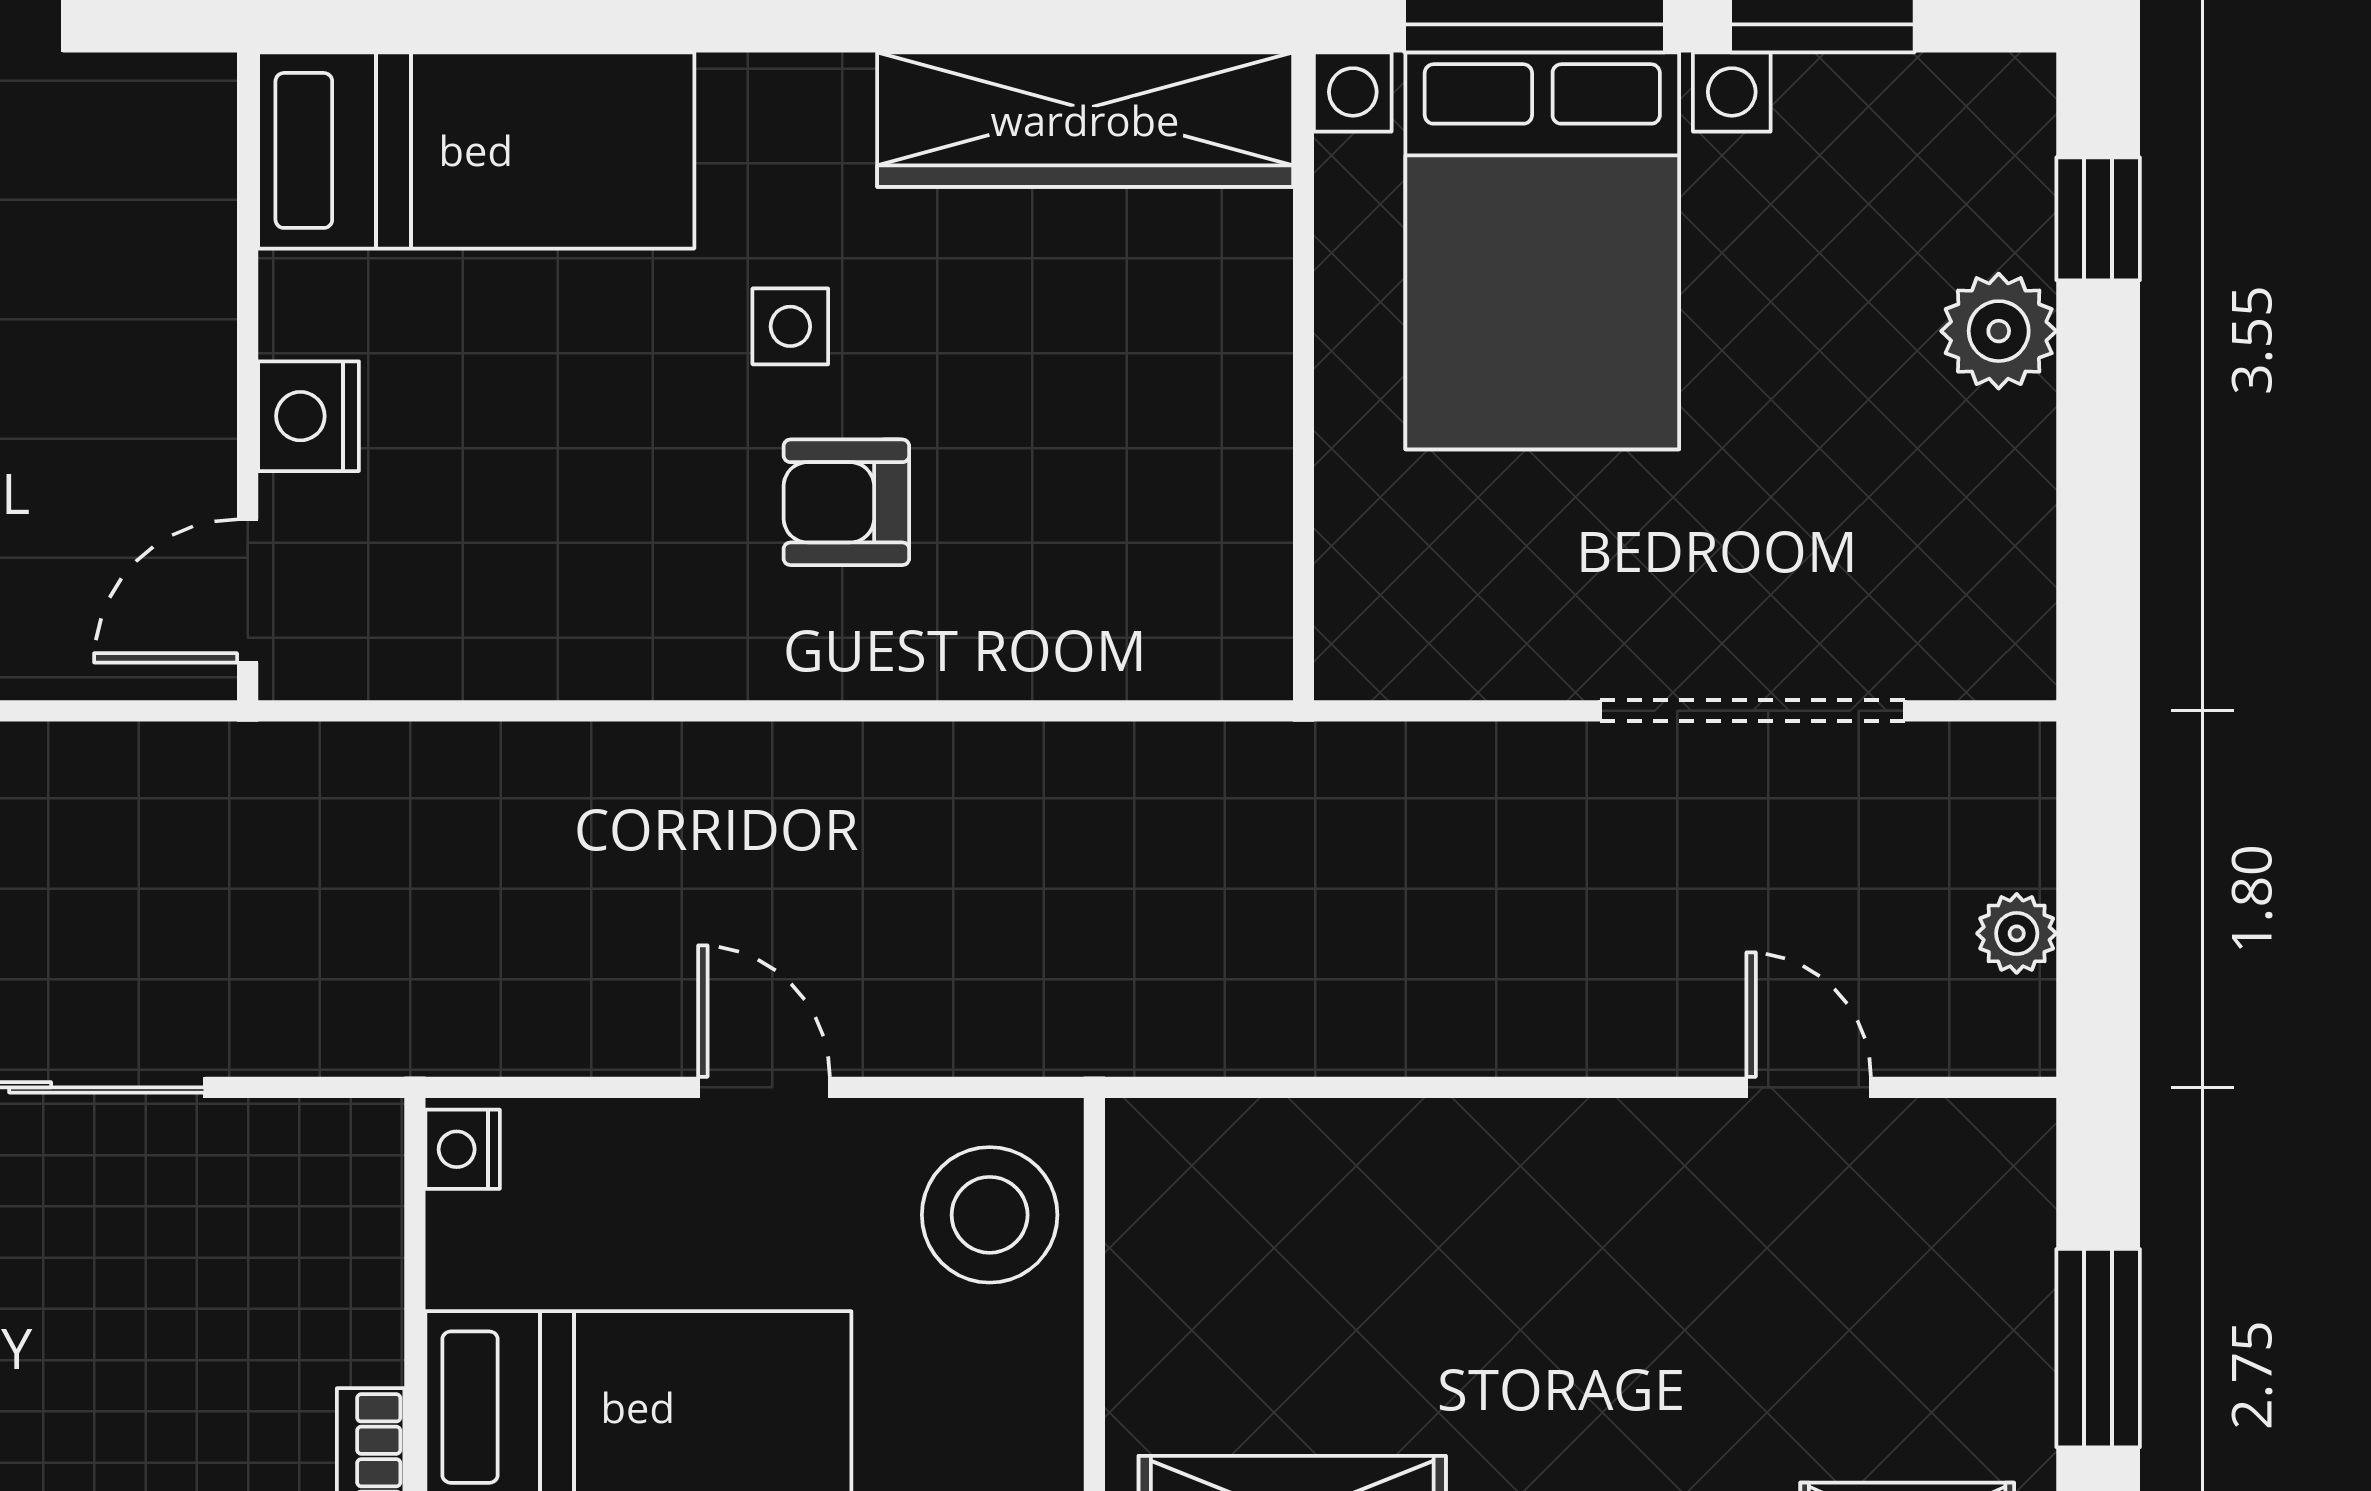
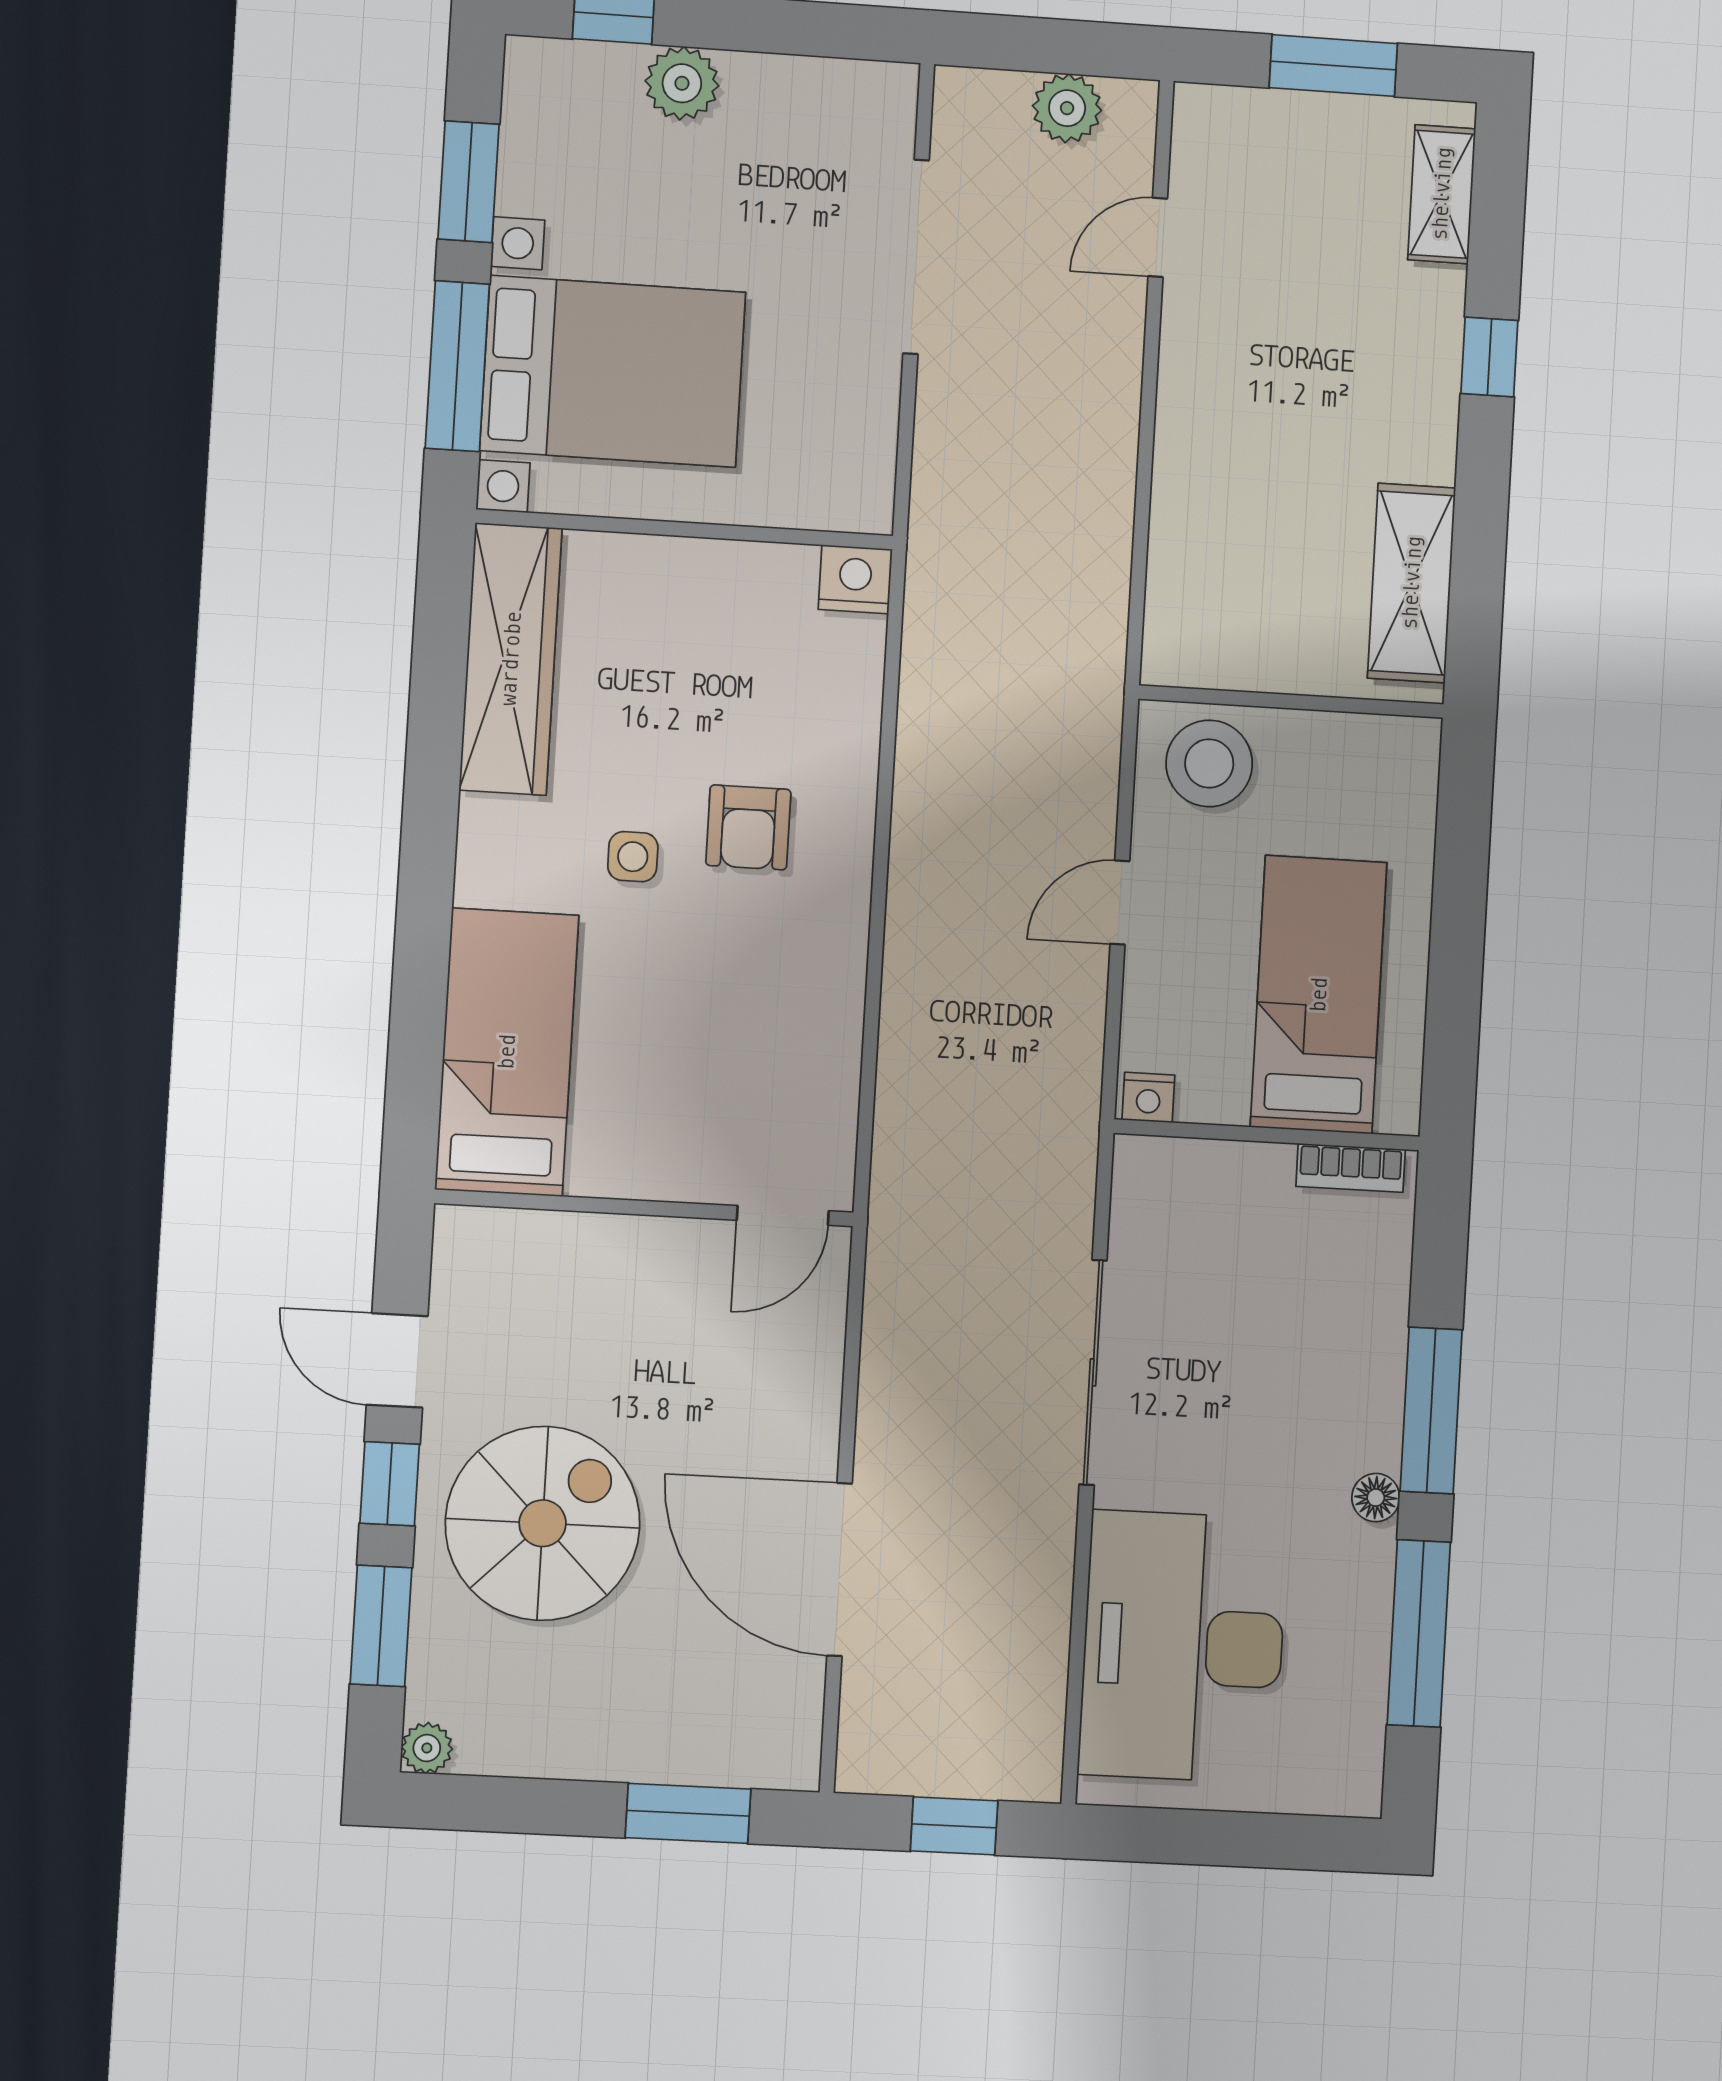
nightstand: (308, 416) -> (855, 579), moved, turned 180
door: (248, 591) -> (783, 1215), hinge flipped
plant: (2017, 933) -> (1067, 108), width x1.38, depth x1.38

